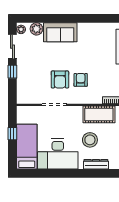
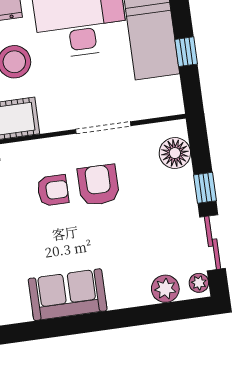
sofa: (60, 32) -> (68, 295), moved
armchair: (81, 80) -> (53, 190), turned -90
floor lamp: (24, 89) -> (175, 153), added

